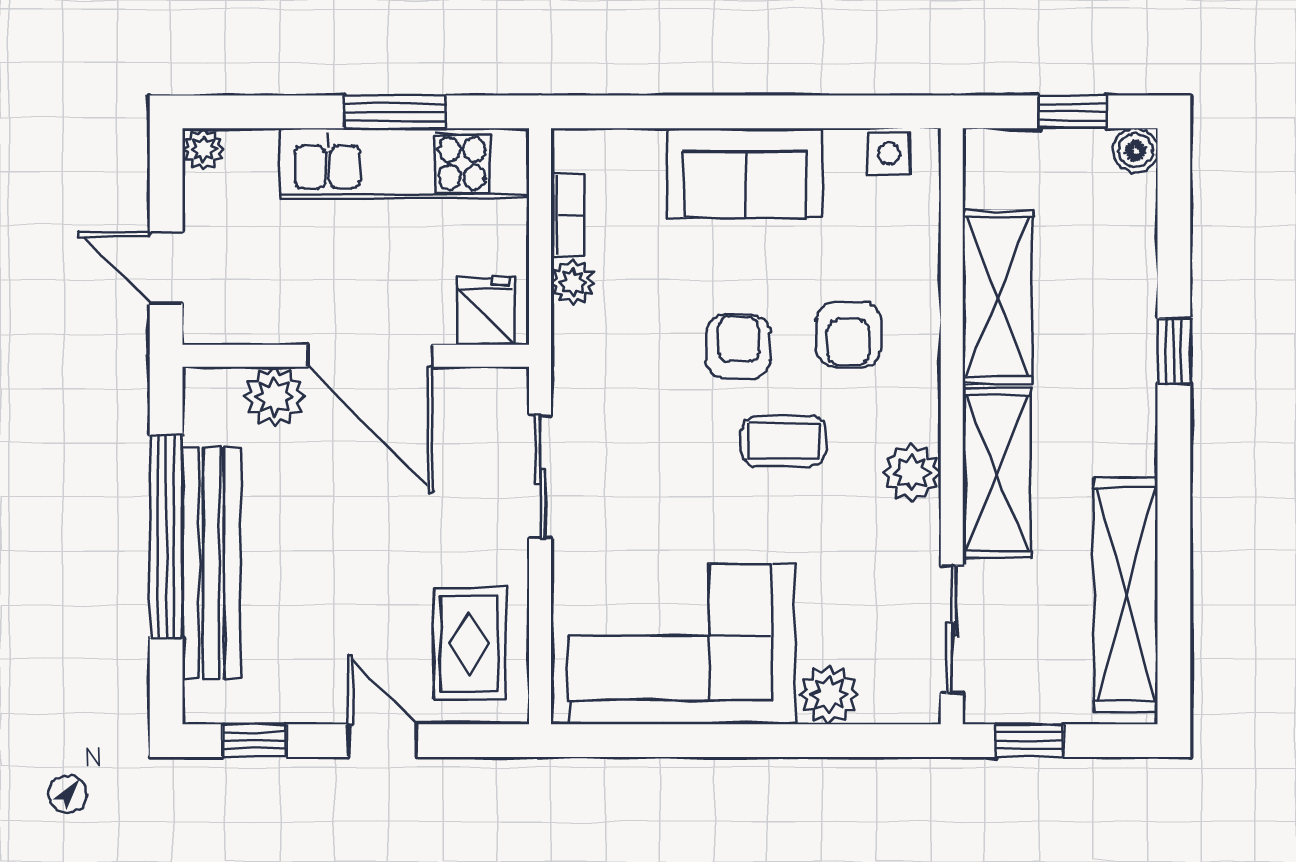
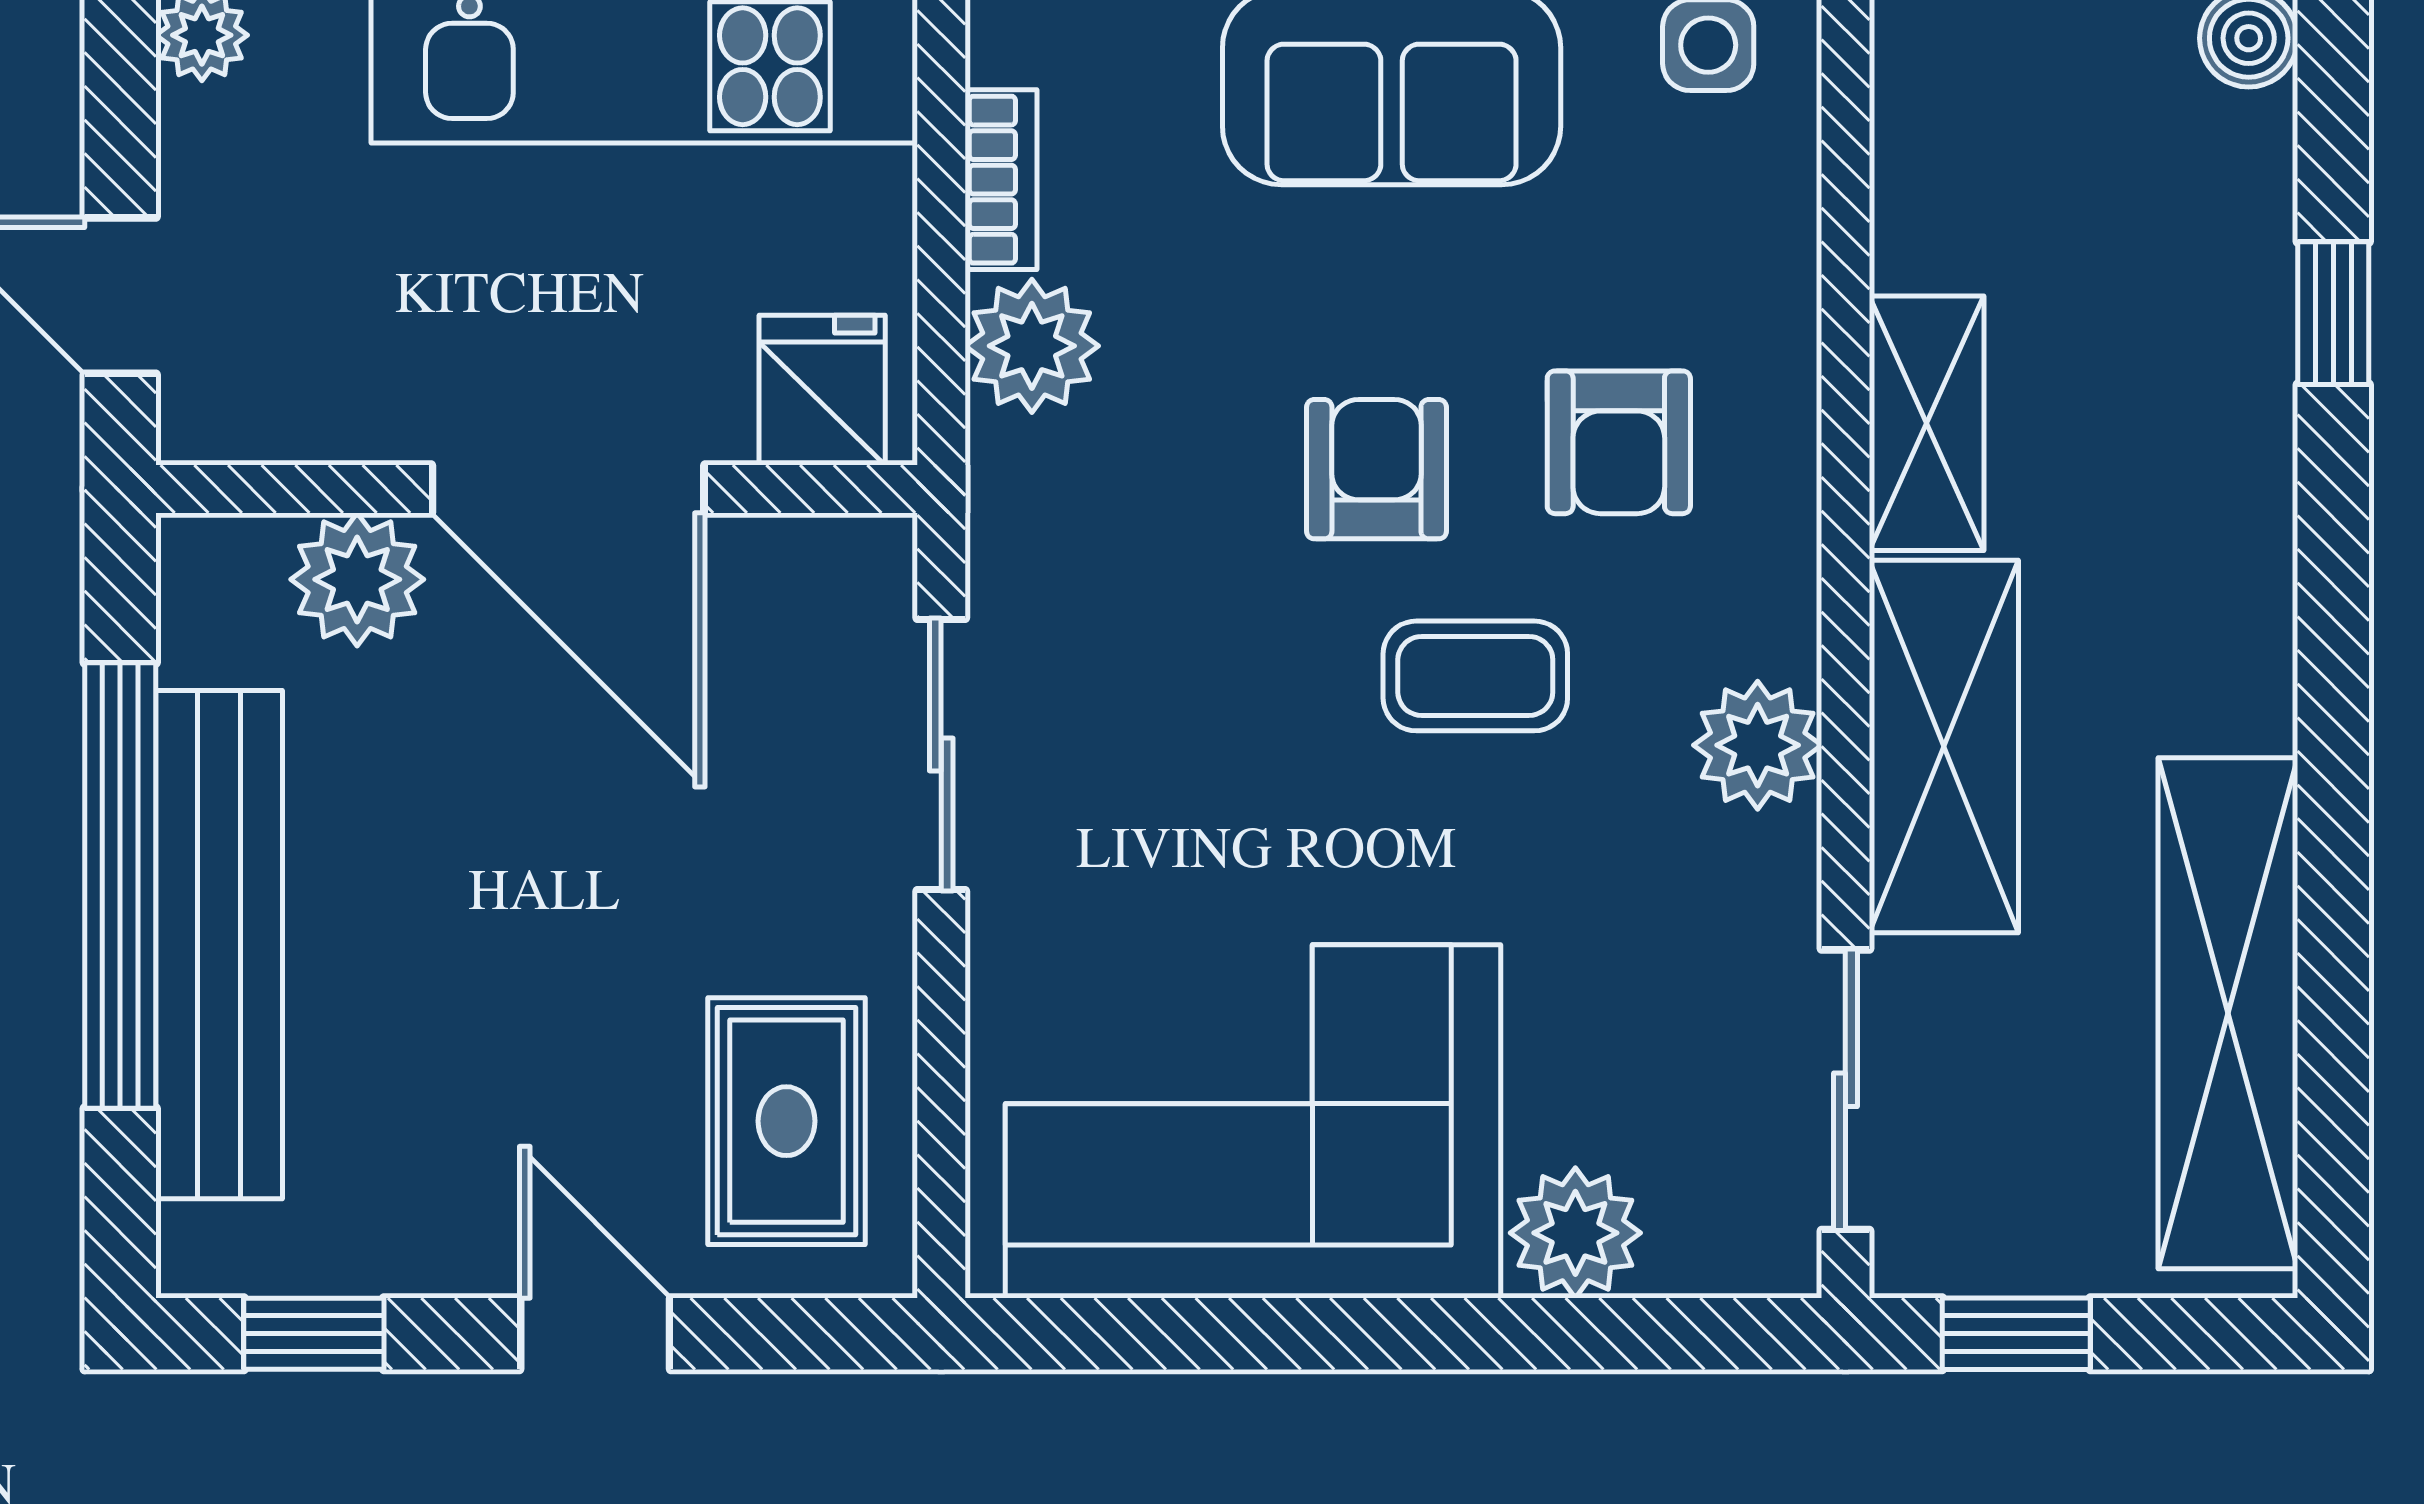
plant: (573, 282) -> (1032, 346), width x1.38, depth x1.38
shelving: (997, 297) -> (1927, 423), width x0.67, depth x0.75
window: (1174, 351) -> (2333, 313), moved

